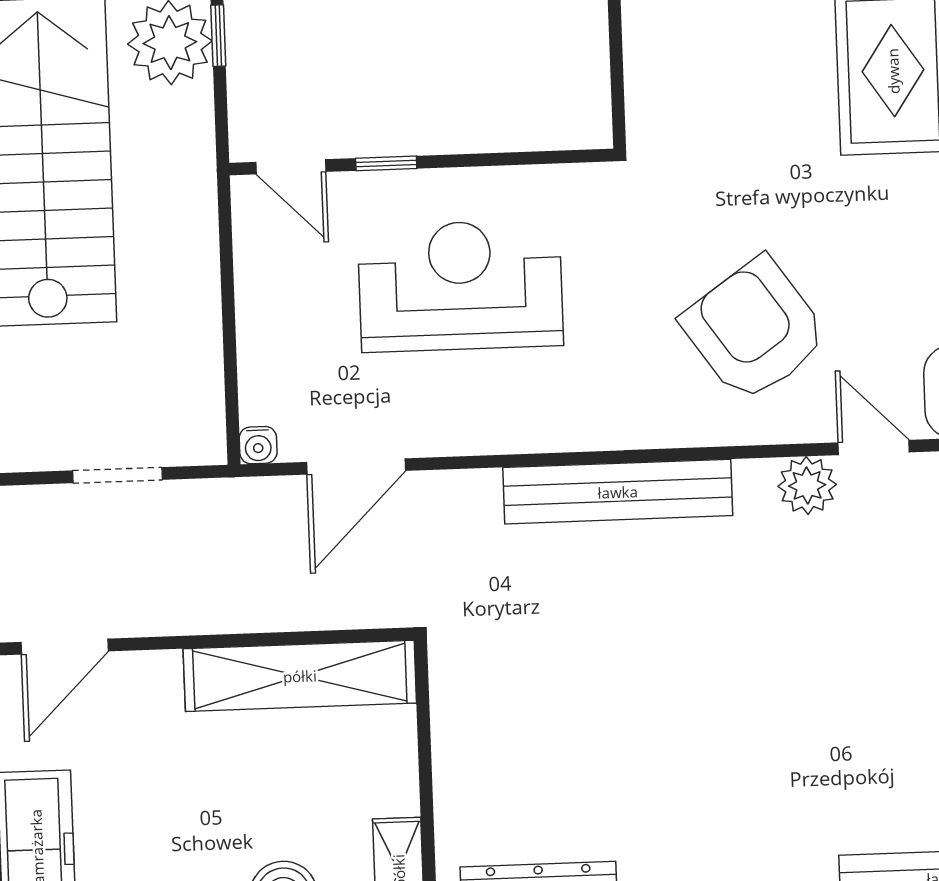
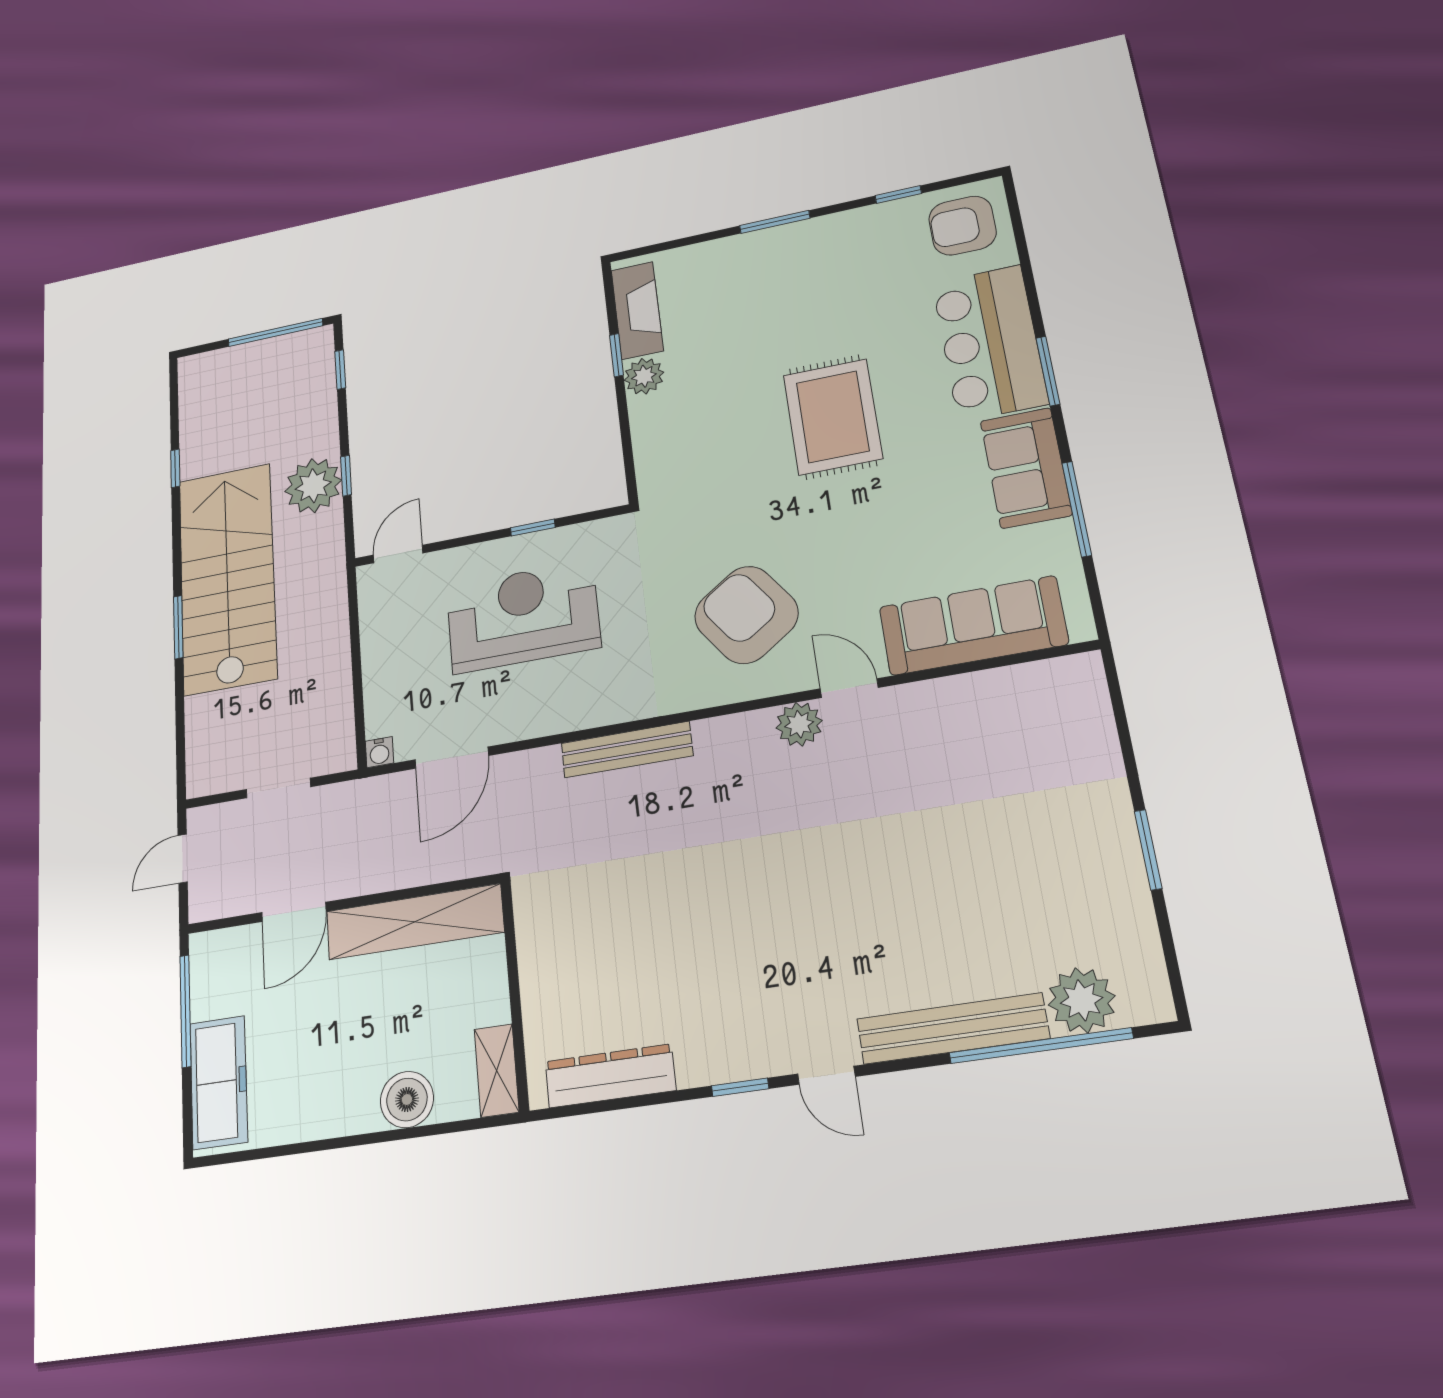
window: (386, 163) -> (533, 528), moved
door: (291, 167) -> (398, 554), swing flipped
bench: (618, 492) -> (627, 750), width x0.73, depth x0.82
door: (65, 647) -> (294, 912), moved

